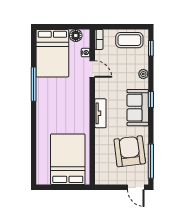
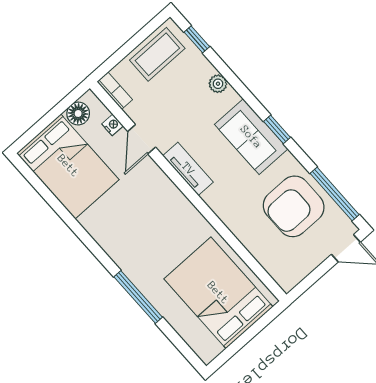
door: (92, 69) -> (142, 139), swing flipped
window: (34, 84) -> (138, 297), moved
window: (151, 99) -> (277, 129), moved
tv unit: (100, 113) -> (188, 169), moved
armchair: (130, 151) -> (294, 206), turned -83

